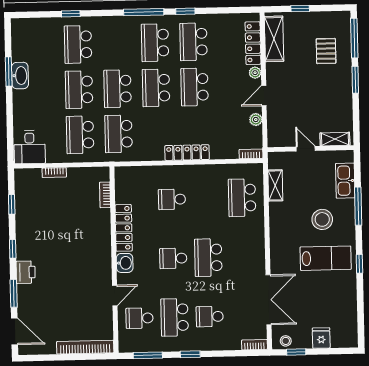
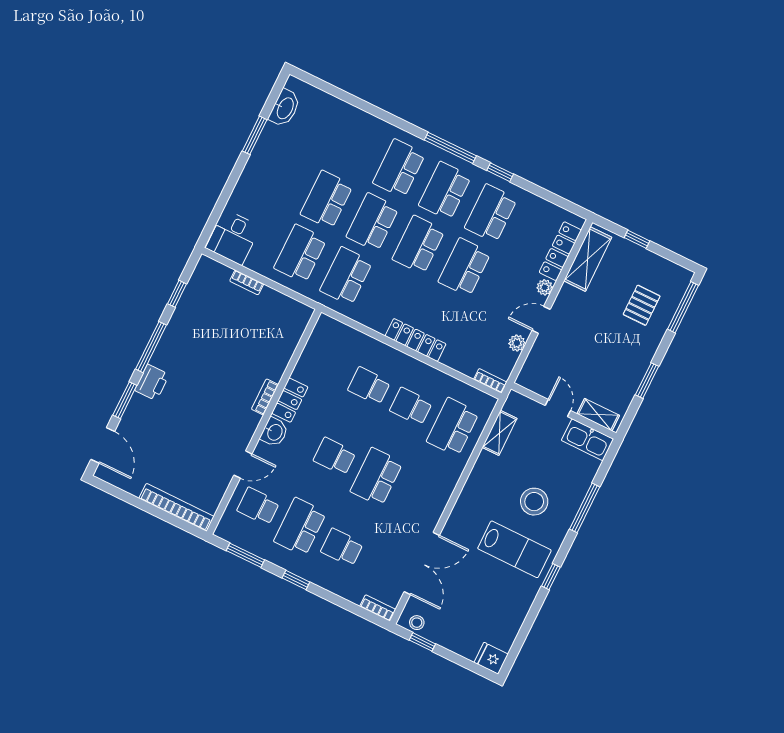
window: (71, 14) -> (363, 105), removed
school desk: (78, 44) -> (399, 168), moved
washbasin: (20, 76) -> (285, 108), moved
window: (355, 80) -> (647, 381), moved
kitchen sink: (345, 181) -> (587, 440), moved, turned -90
bookcase: (105, 195) -> (265, 397), moved
school desk: (207, 199) -> (411, 406), added
locker: (124, 228) -> (290, 400), width x0.66
window: (13, 249) -> (151, 347), width x2.17
fridge: (321, 338) -> (491, 658), moved, turned -90

